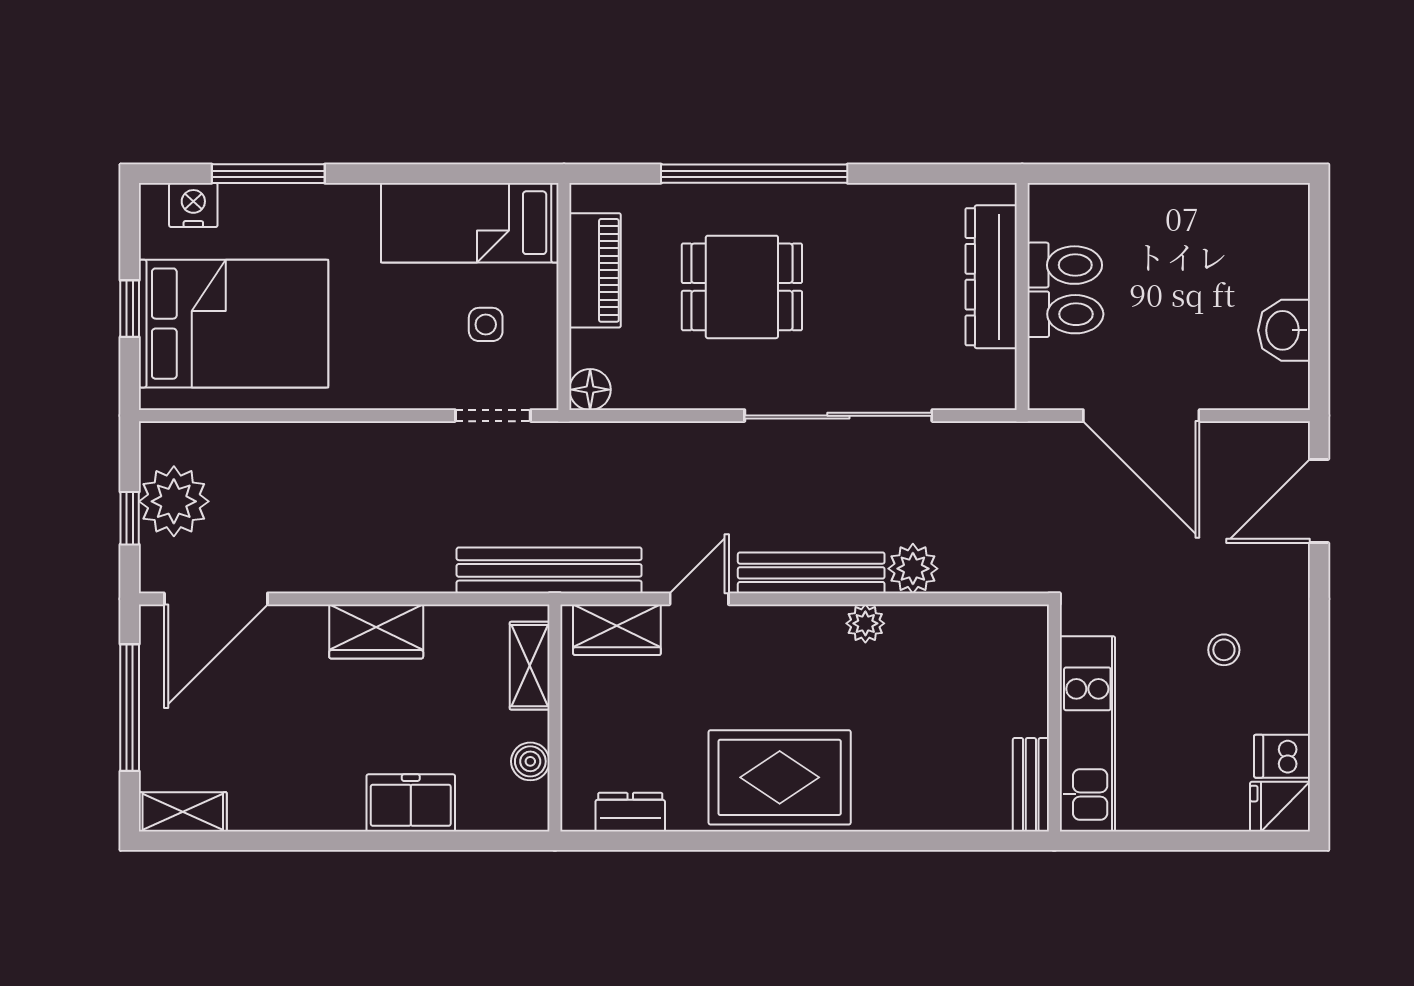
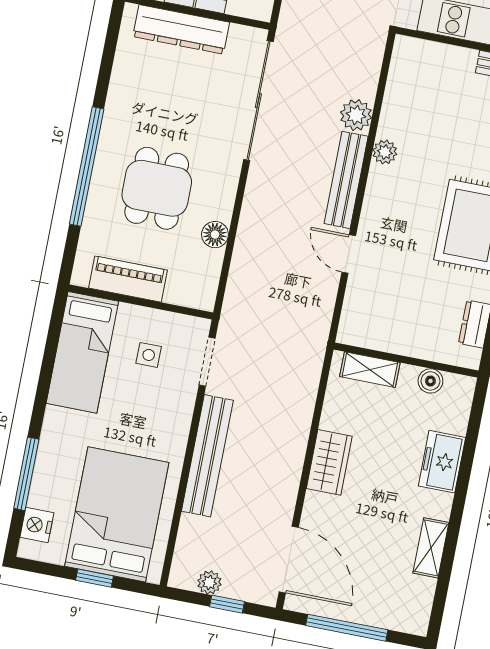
floor lamp: (590, 390) -> (215, 235), moved
sliding door: (838, 416) -> (258, 101), moved
plant: (174, 501) -> (209, 582), width x0.53, depth x0.53
bench: (549, 570) -> (207, 456), moved
wardrobe: (617, 630) -> (358, 310), removed
shelving: (183, 812) -> (431, 548), moved

